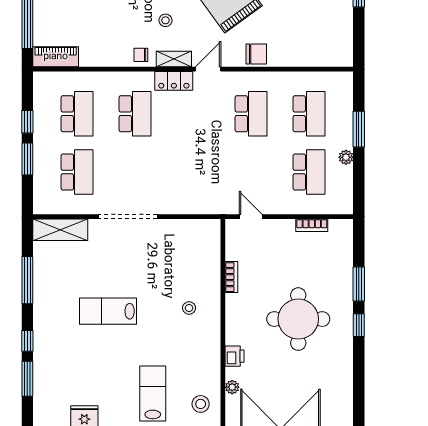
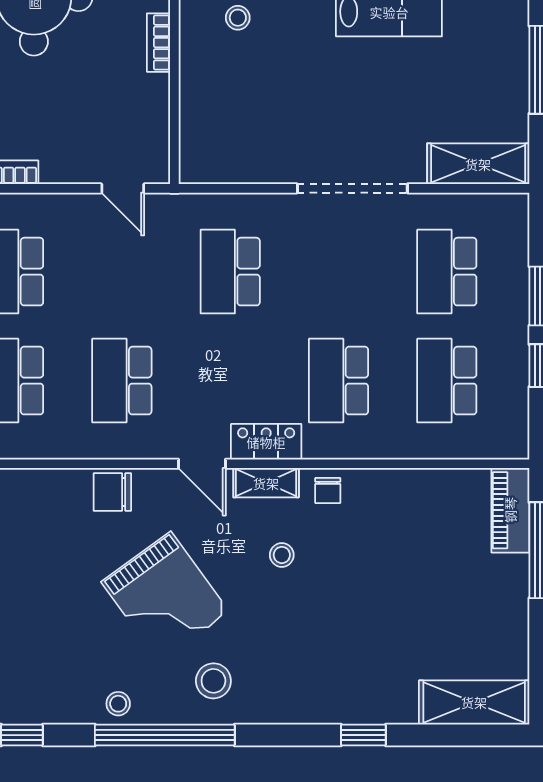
chair: (141, 55) -> (328, 490), turned 90
piano: (56, 57) -> (510, 510), moved, turned 90
door: (208, 69) -> (202, 464), hinge flipped
school desk: (193, 172) -> (230, 272), added
bookcase: (231, 277) -> (159, 43), moved

